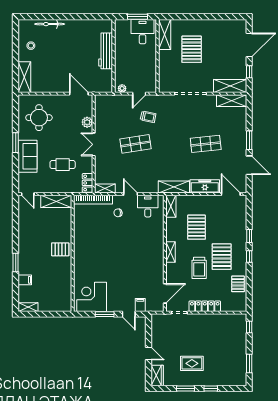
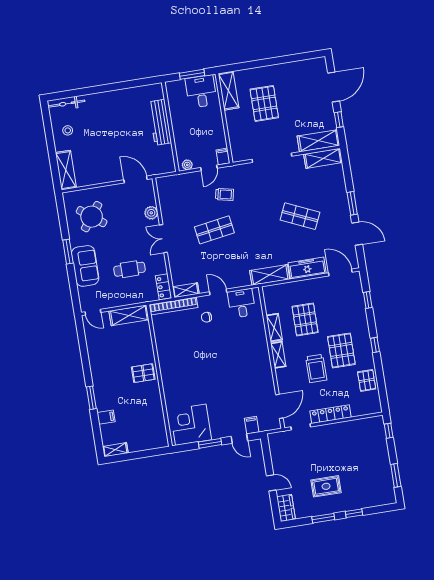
bicycle: (50, 24) -> (66, 104), moved
filing cabinet: (152, 86) -> (223, 156), added
round table: (39, 118) -> (92, 217), turned 37
shop shelf: (206, 144) -> (300, 216), turned 30
shelving: (171, 206) -> (274, 328), moved
window: (249, 236) -> (368, 300), moved

